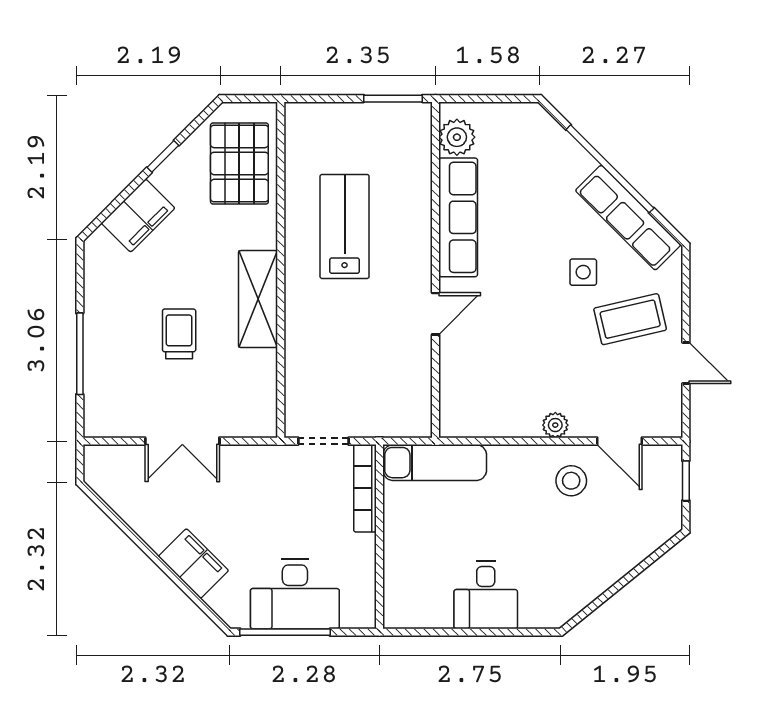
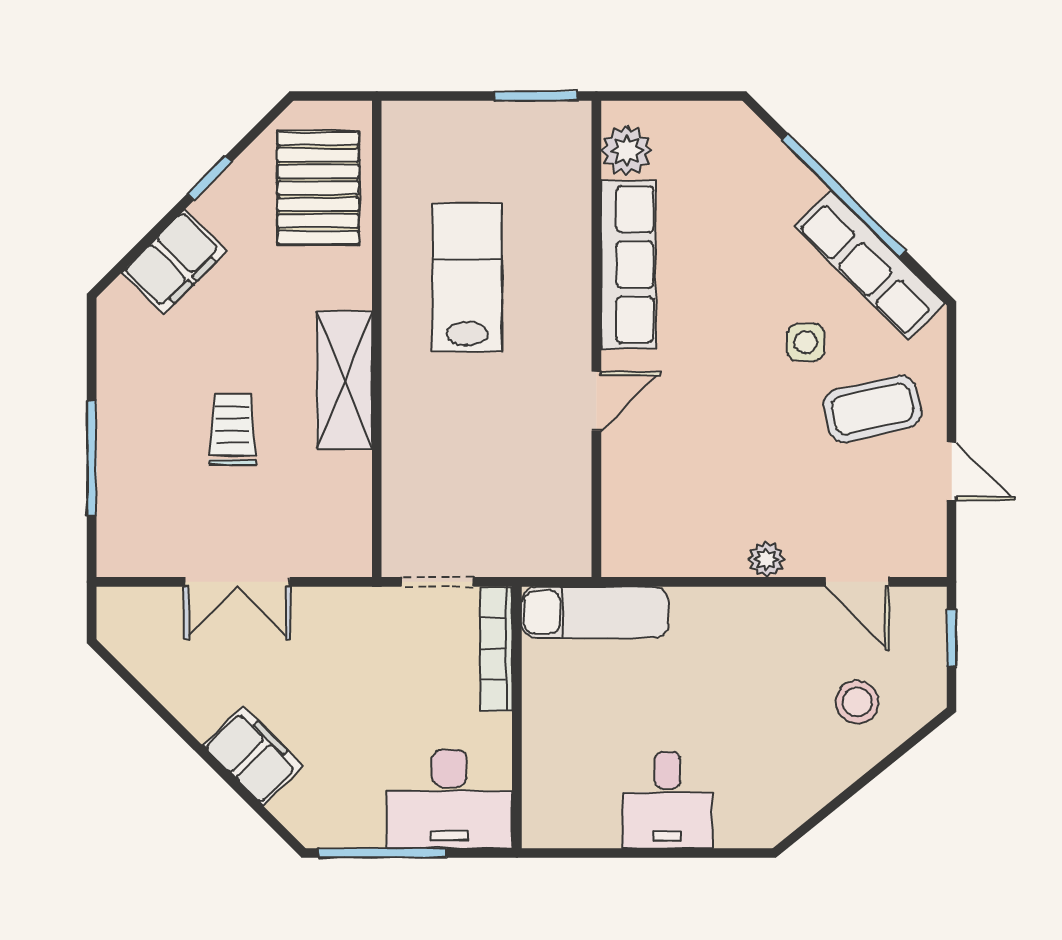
stool: (571, 481) -> (857, 702), moved
desk: (295, 594) -> (449, 799), moved

